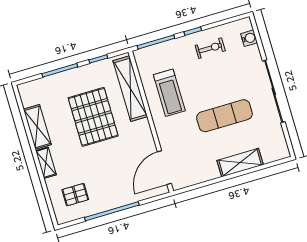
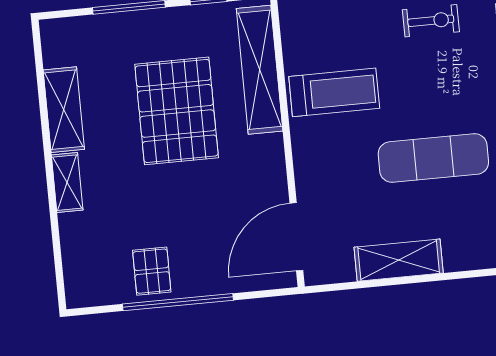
treadmill: (169, 93) -> (334, 92), turned -90
shelving: (240, 163) -> (399, 260), moved
pallet: (75, 195) -> (152, 271), moved, turned 90

